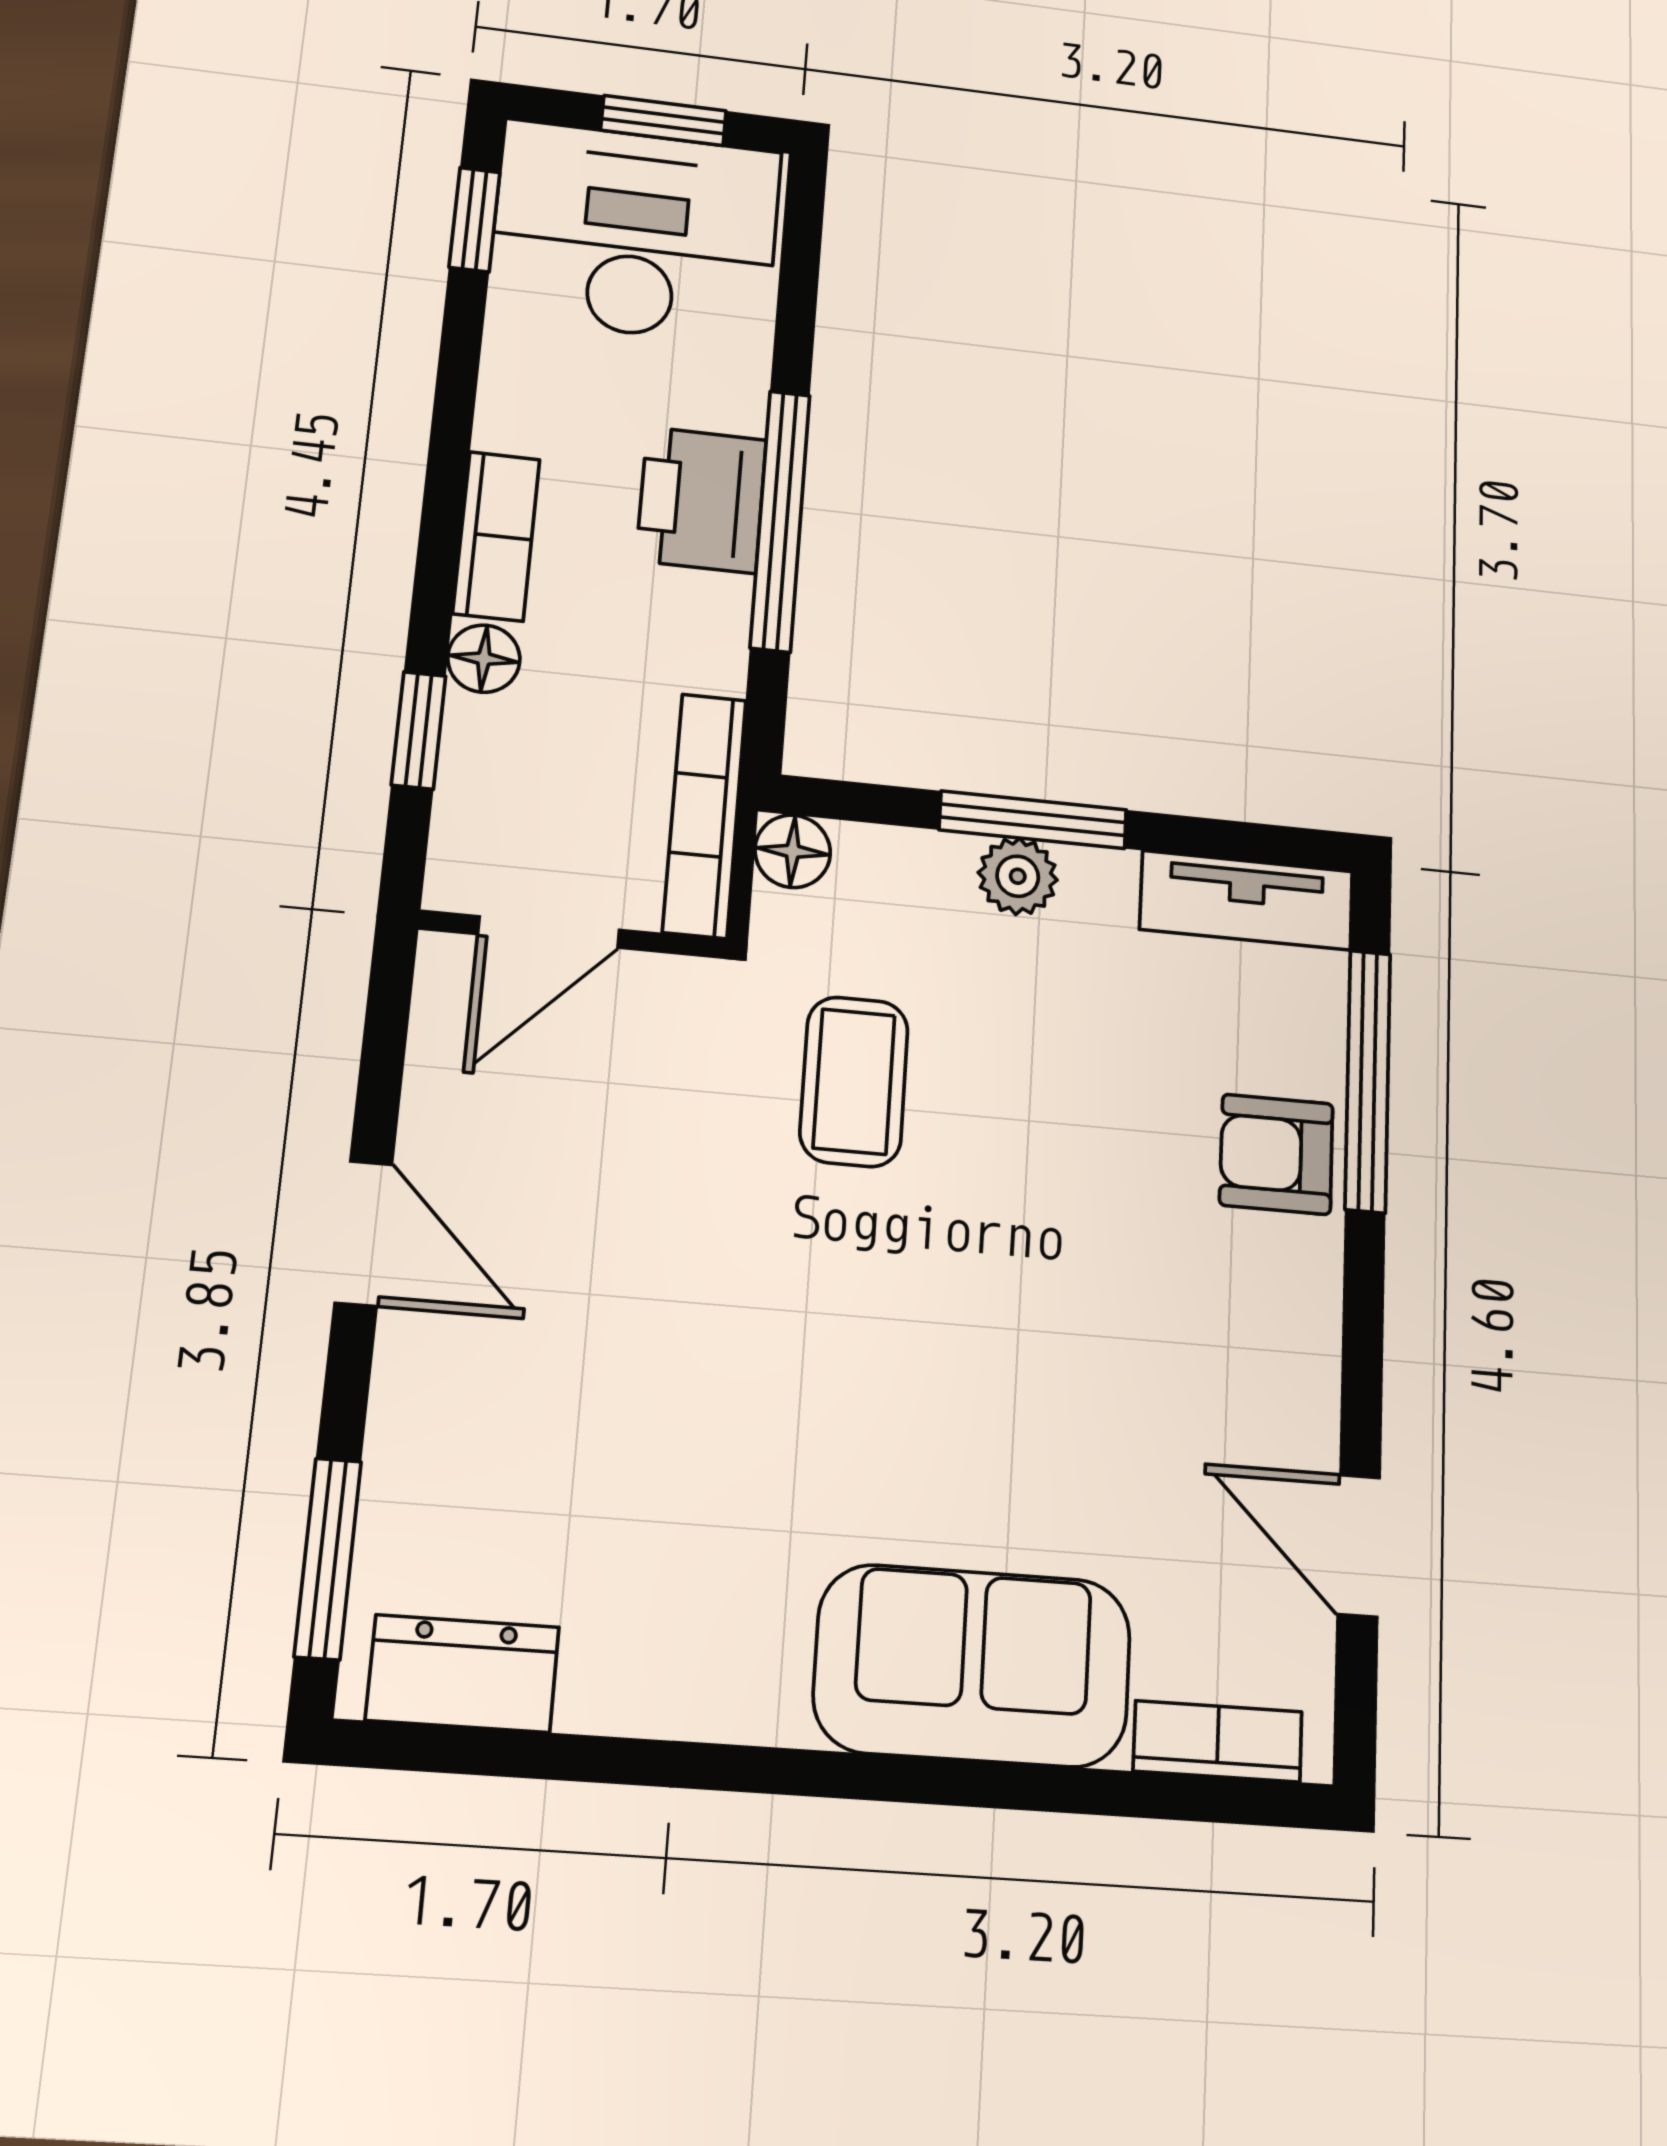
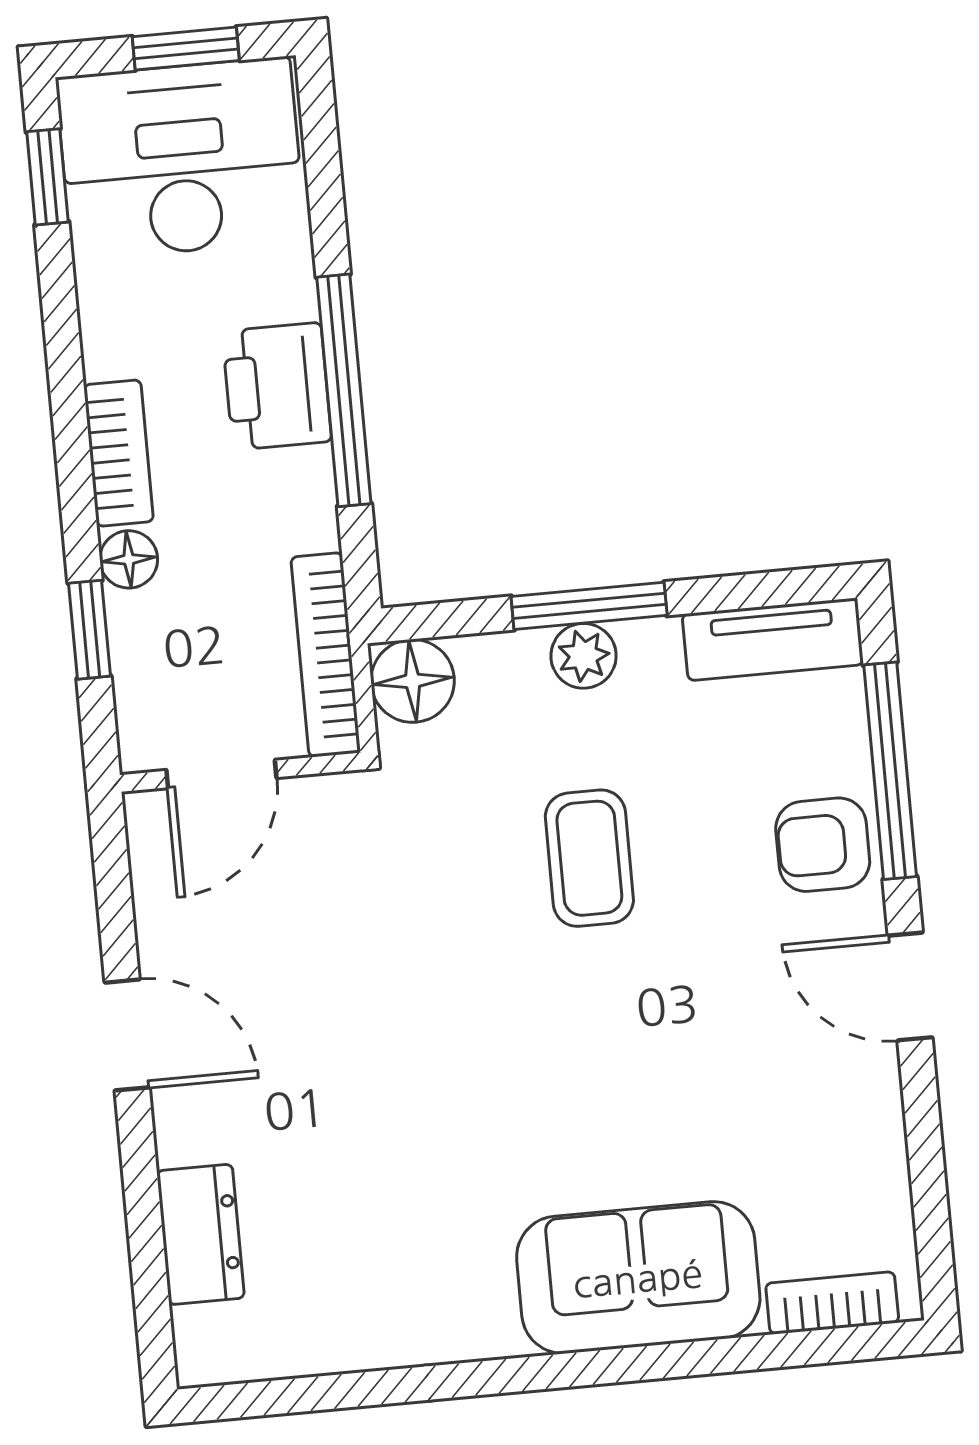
floor lamp: (793, 851) -> (413, 681), width x1.37, depth x1.37
coffee table: (854, 1082) -> (589, 858), moved
door: (1359, 1546) -> (910, 986), moved
window: (328, 1559) -> (150, 1278), removed
dresser: (463, 1673) -> (201, 1234), moved, turned 90

